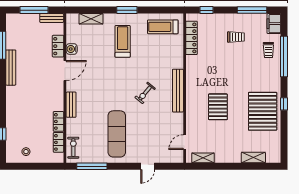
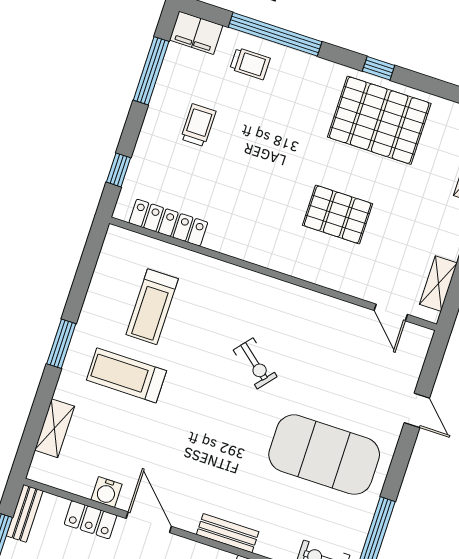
treadmill: (163, 27) -> (152, 307), moved
bench: (178, 91) -> (273, 290), removed
exercise mat: (117, 134) -> (324, 455), width x1.47

